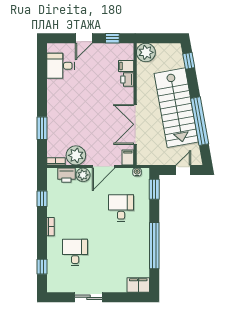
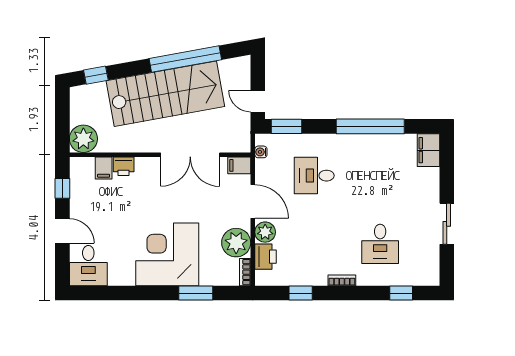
desk: (60, 66) -> (88, 266), moved
corner desk: (68, 109) -> (167, 254), added
door: (183, 170) -> (258, 101), moved
desk: (75, 252) -> (380, 244), turned -90

